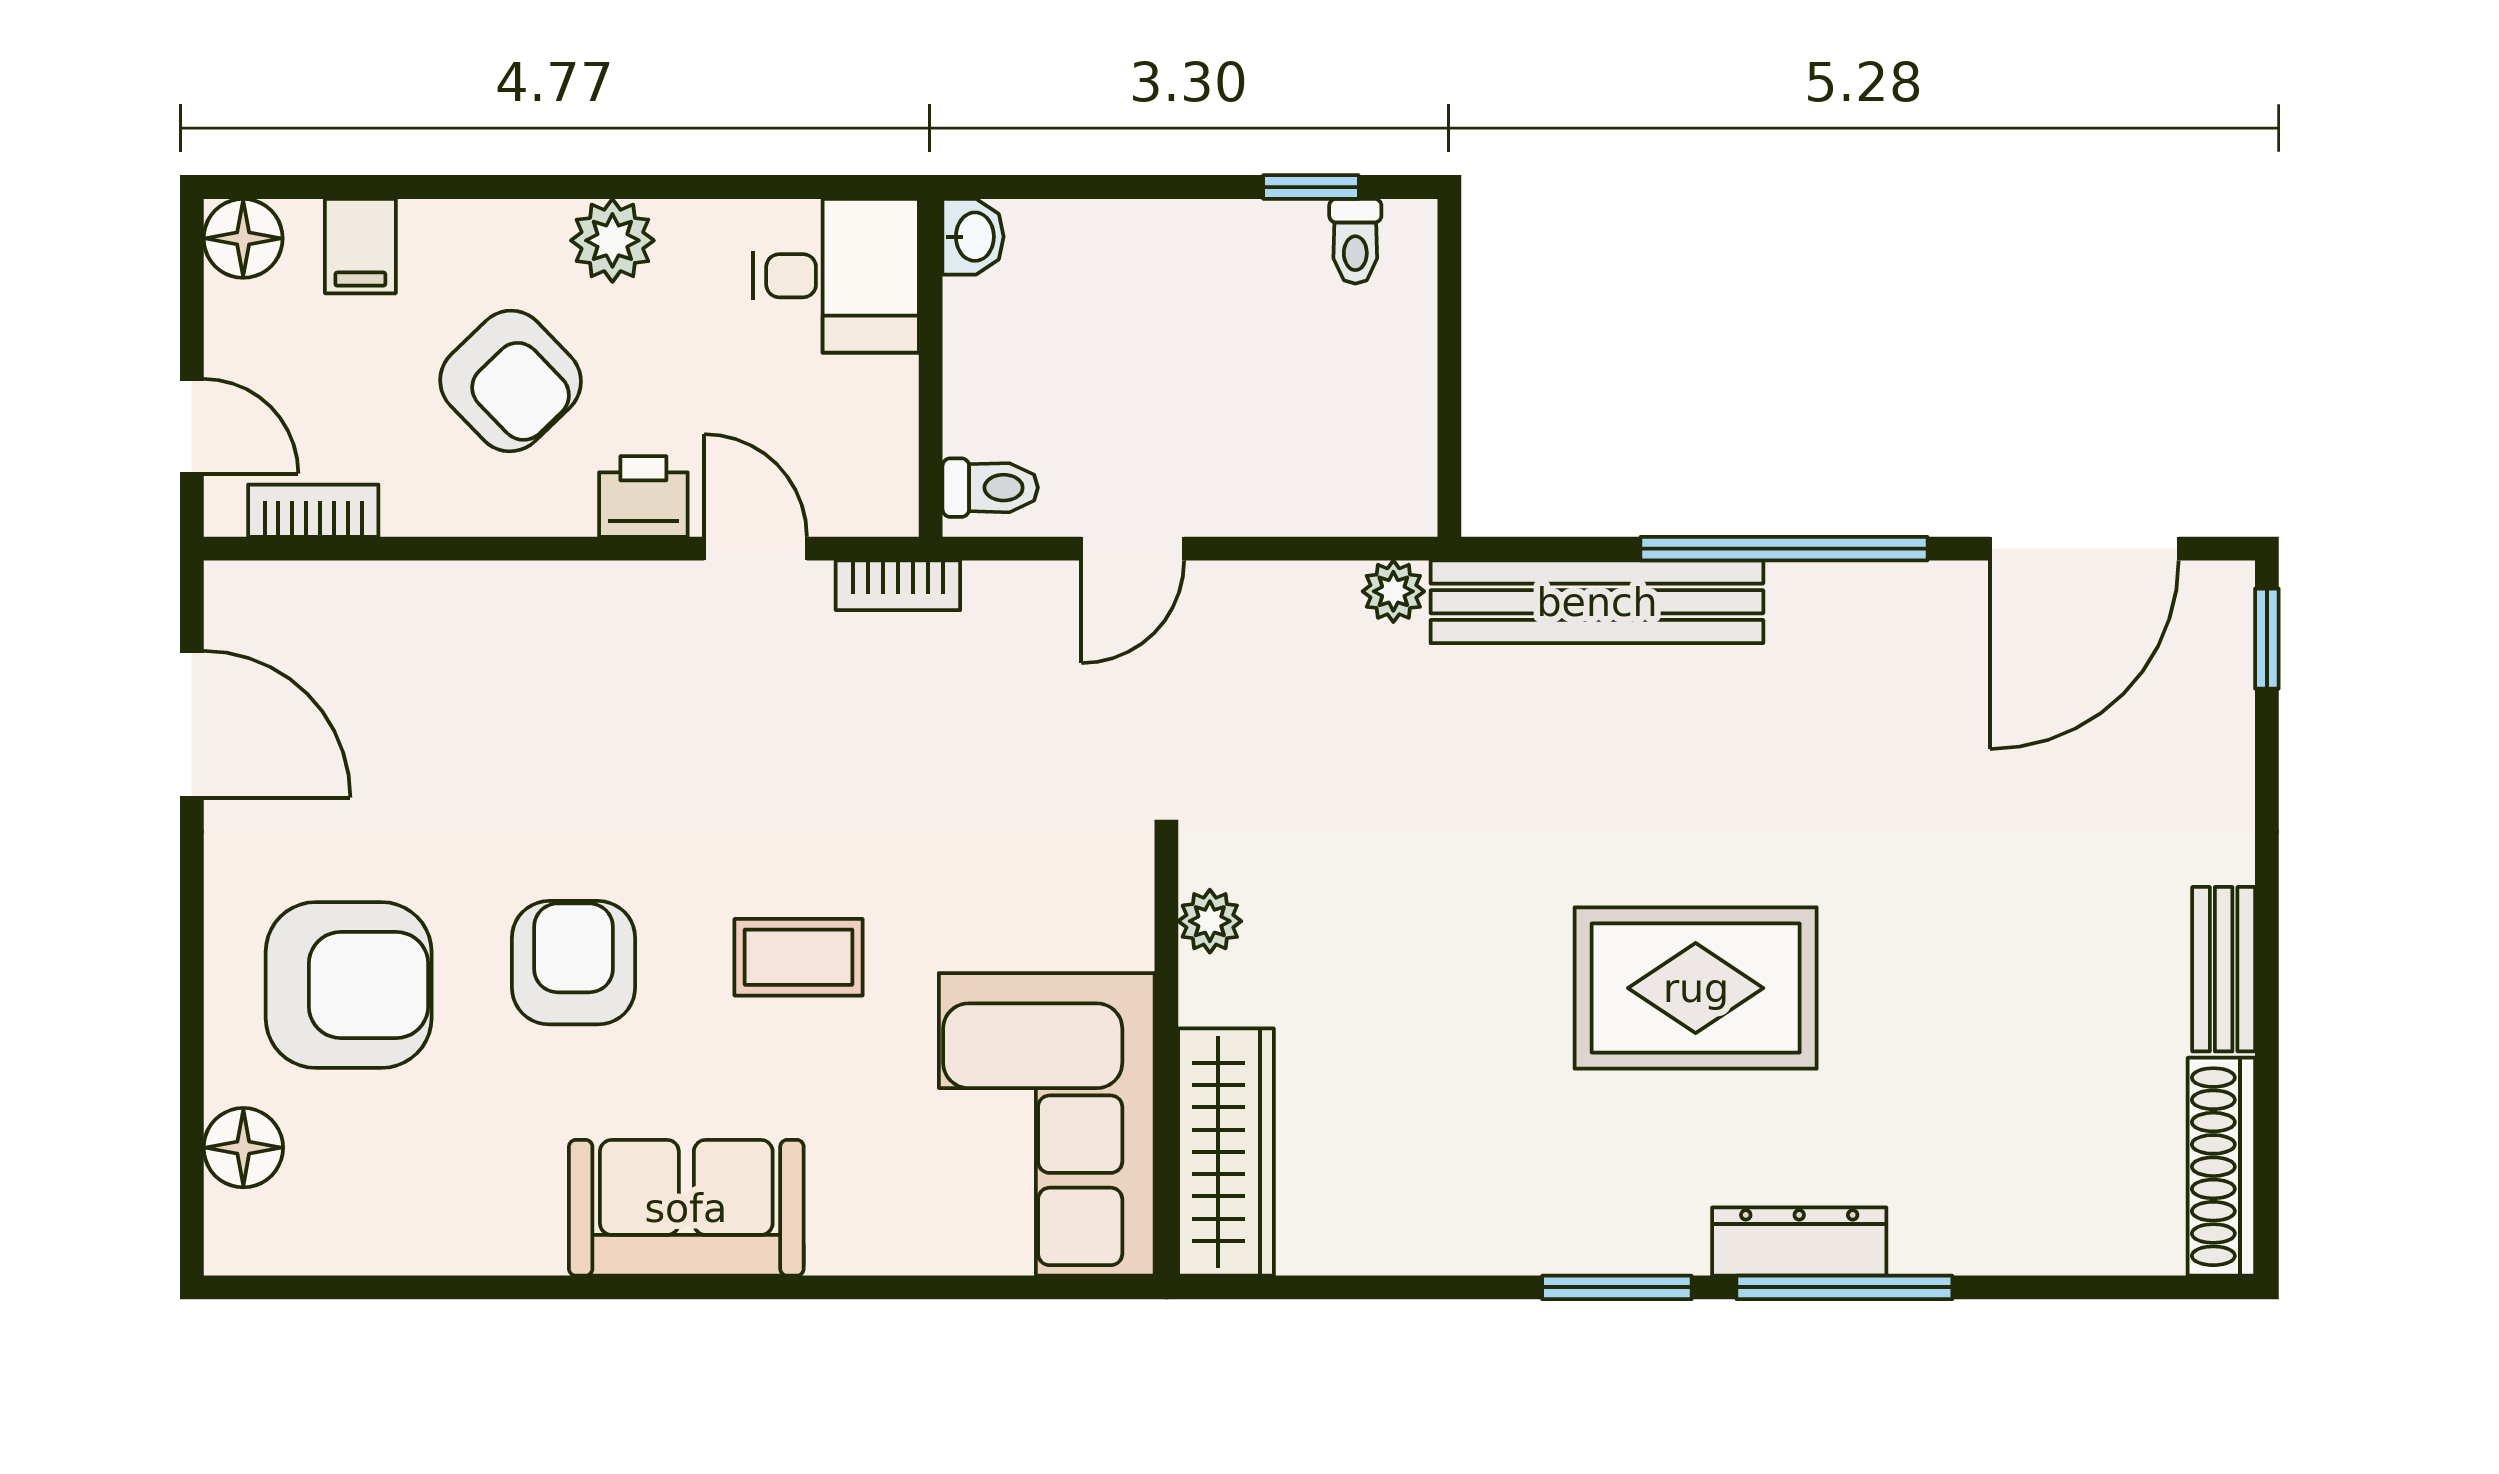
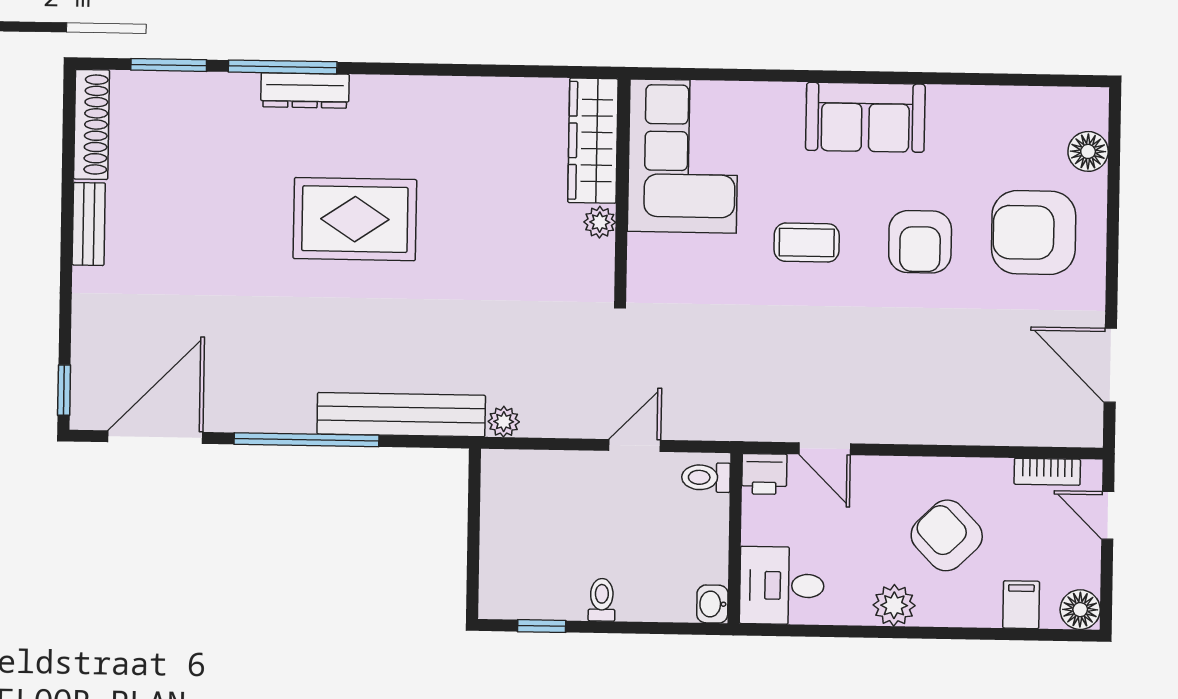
toilet: (1355, 241) -> (602, 600), moved
printer: (643, 496) -> (764, 474), moved
bookcase: (898, 585) -> (753, 429), removed
plant: (1210, 921) -> (600, 222), moved
window: (1617, 1287) -> (169, 65), moved

